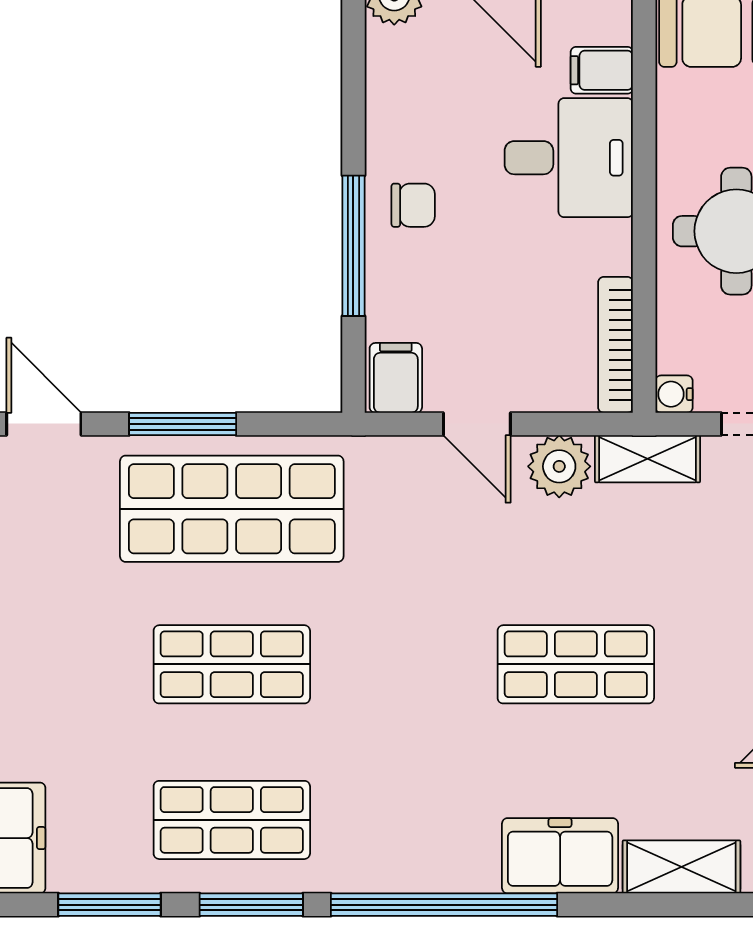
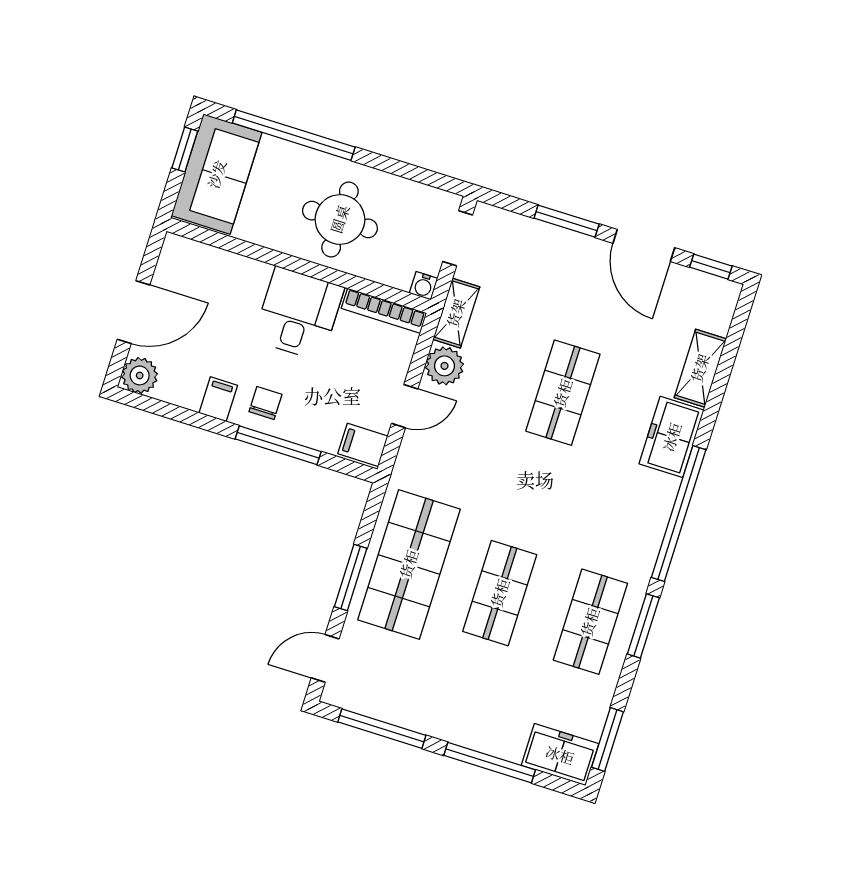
filing cabinet: (602, 70) -> (218, 399), moved, turned 180
desk: (569, 158) -> (299, 314), moved
window: (110, 905) -> (607, 740), moved

